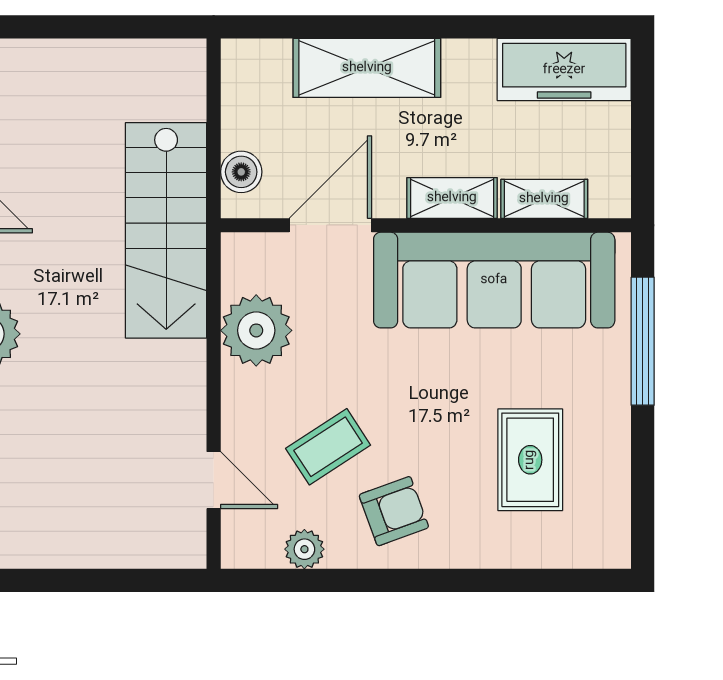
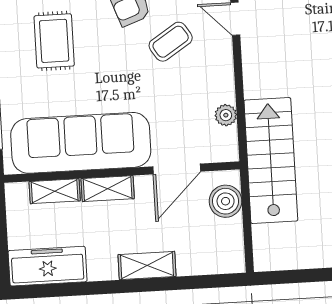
shelving: (367, 68) -> (147, 266), width x0.67, depth x0.75
boiler: (241, 172) -> (226, 201), width x1.36, depth x1.36
plant: (256, 330) -> (226, 115), width x0.53, depth x0.53

